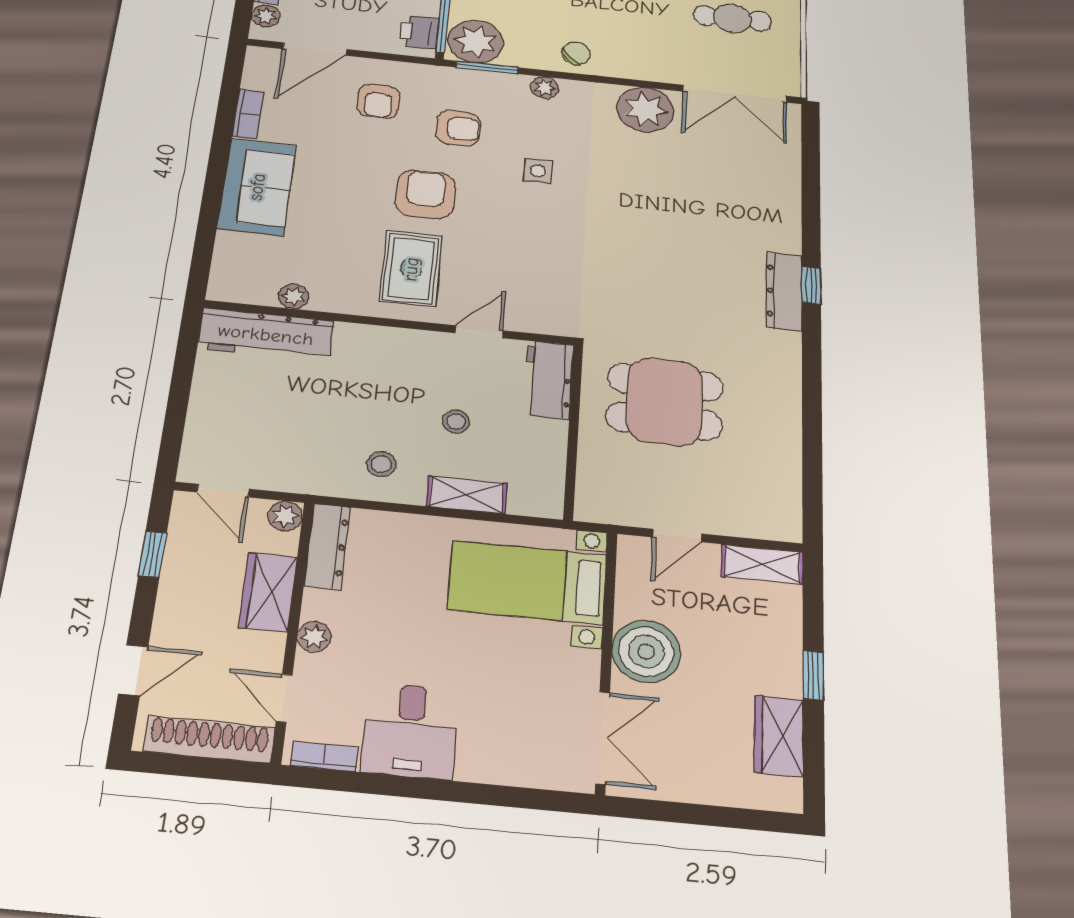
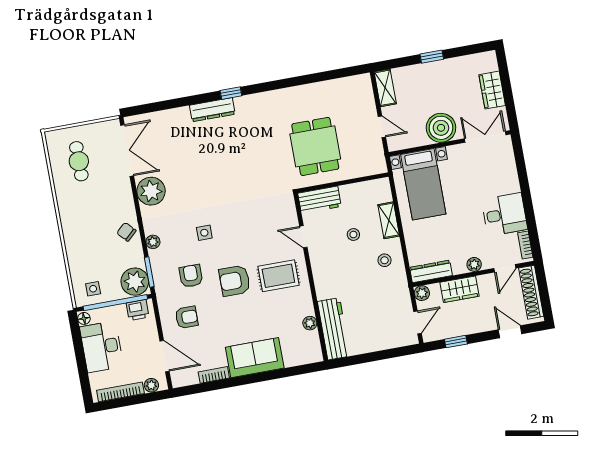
dresser: (784, 292) -> (212, 110), moved
wardrobe: (779, 736) -> (492, 90), moved, turned 90

